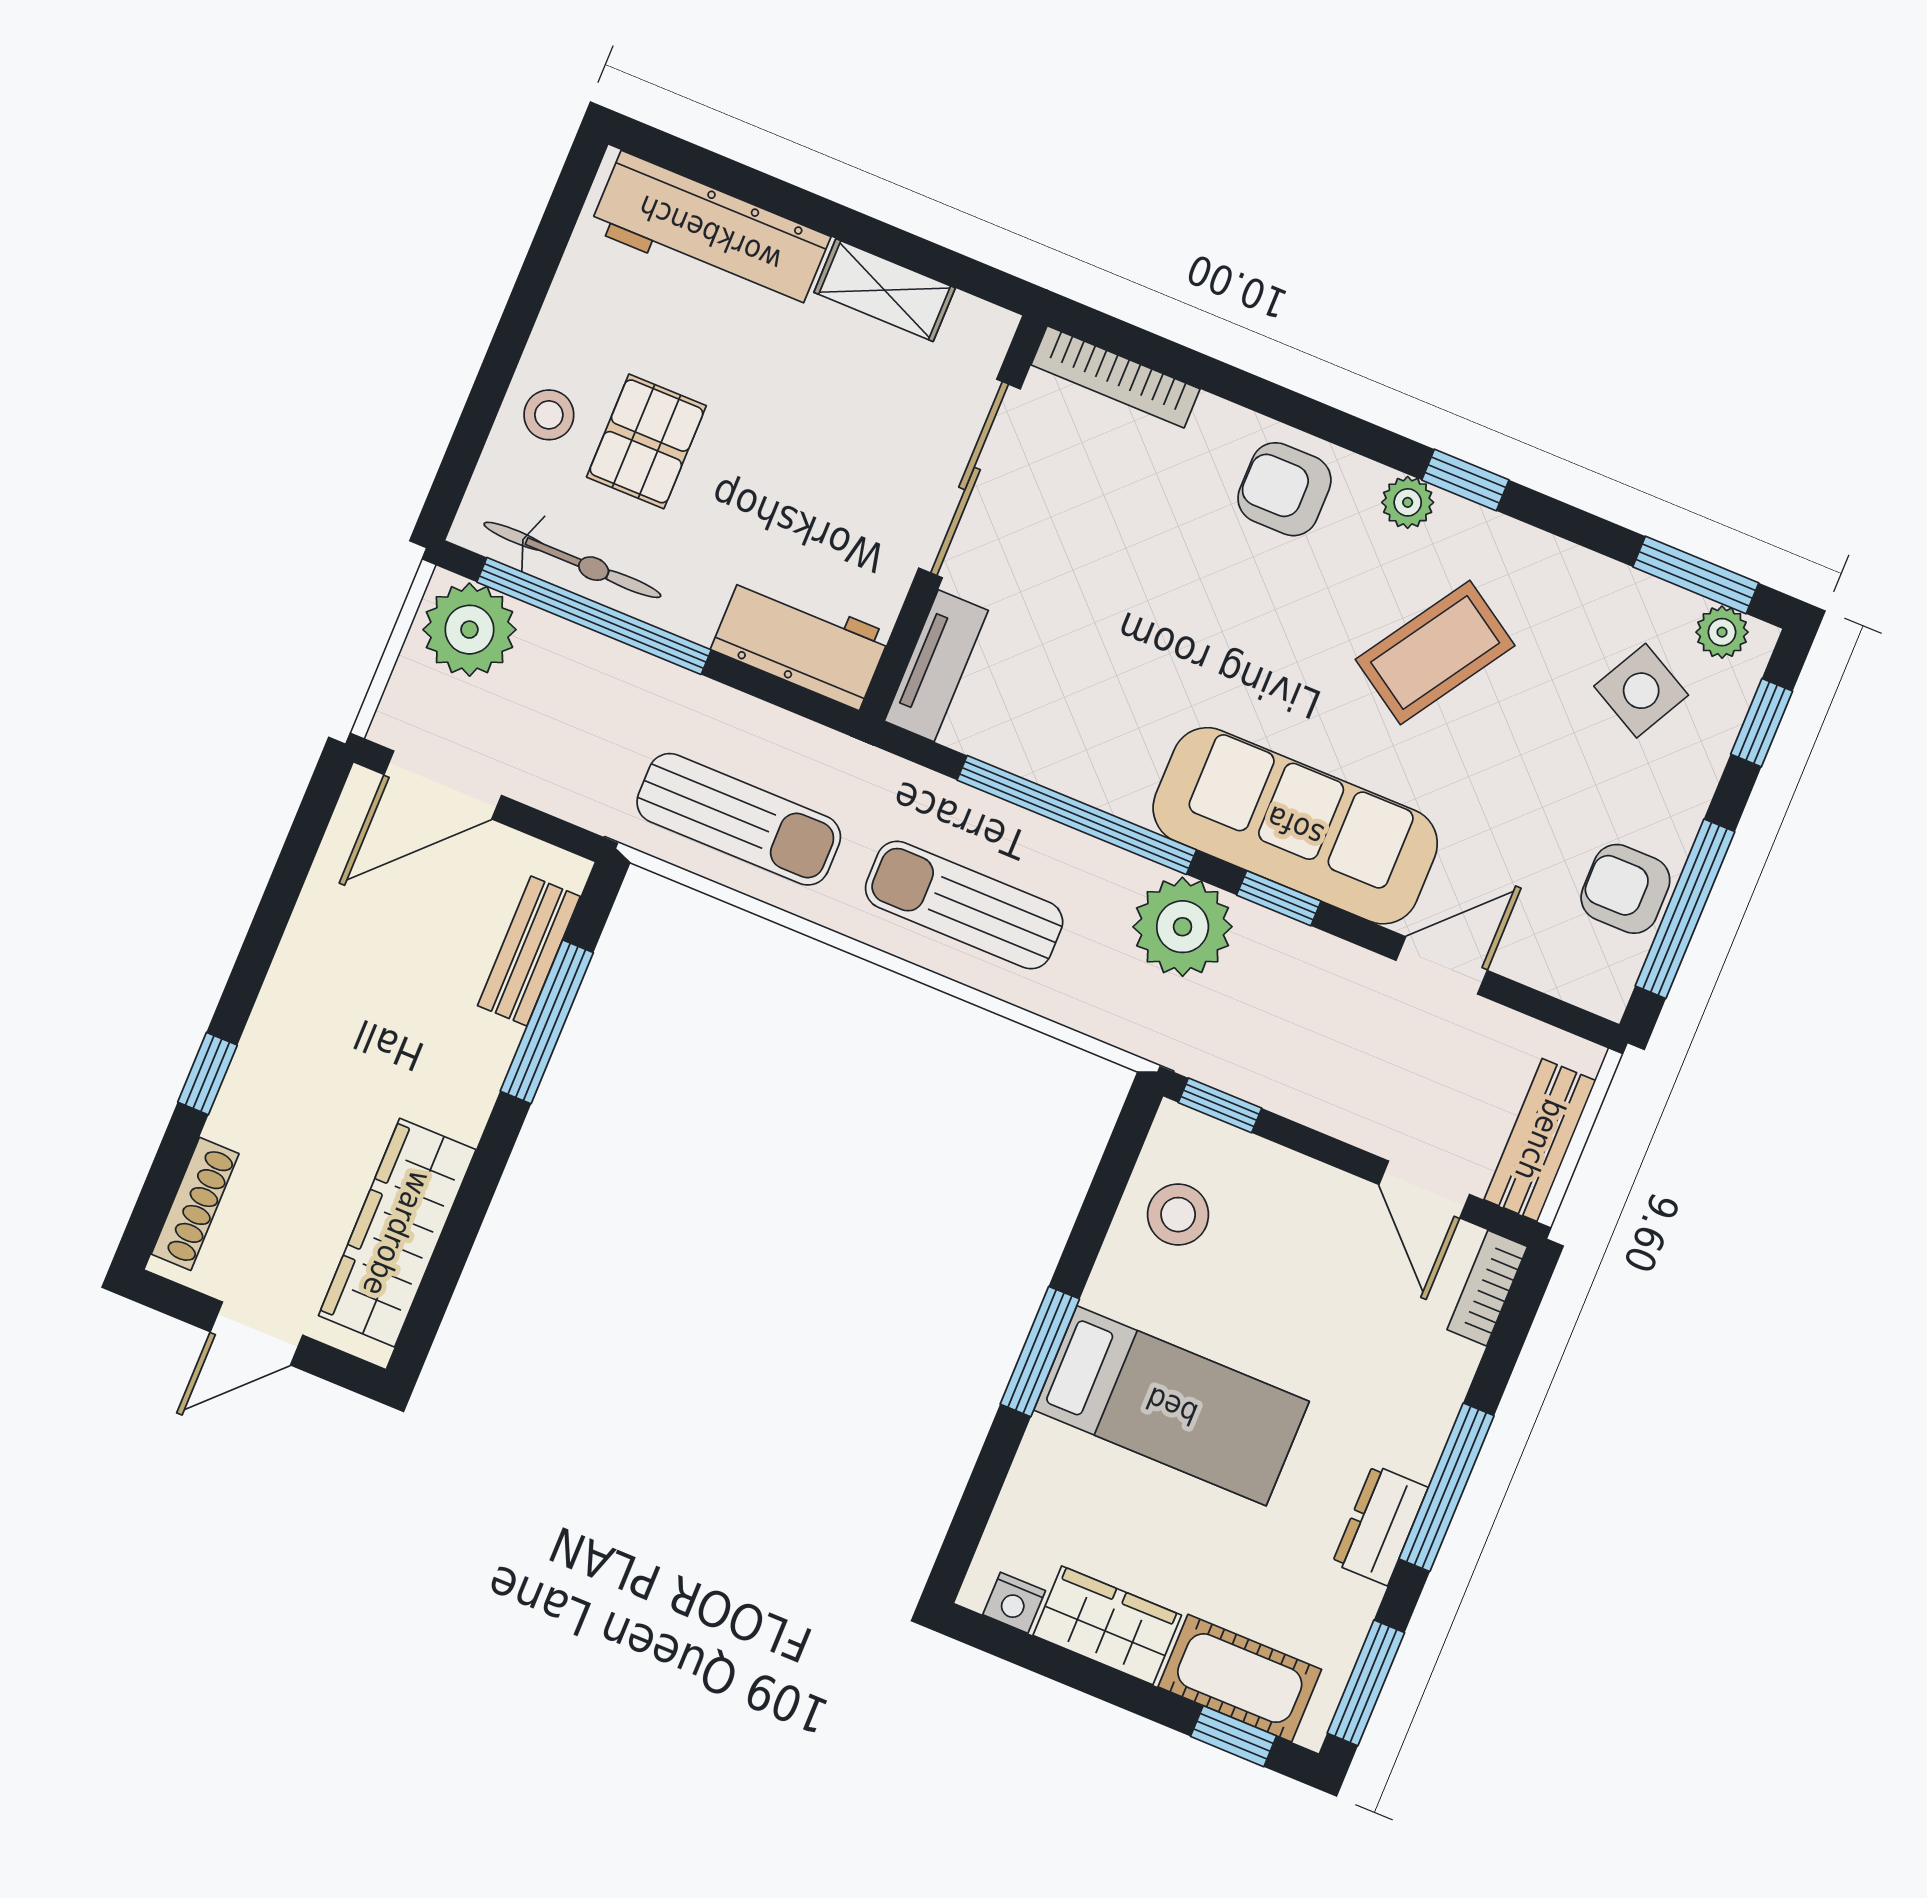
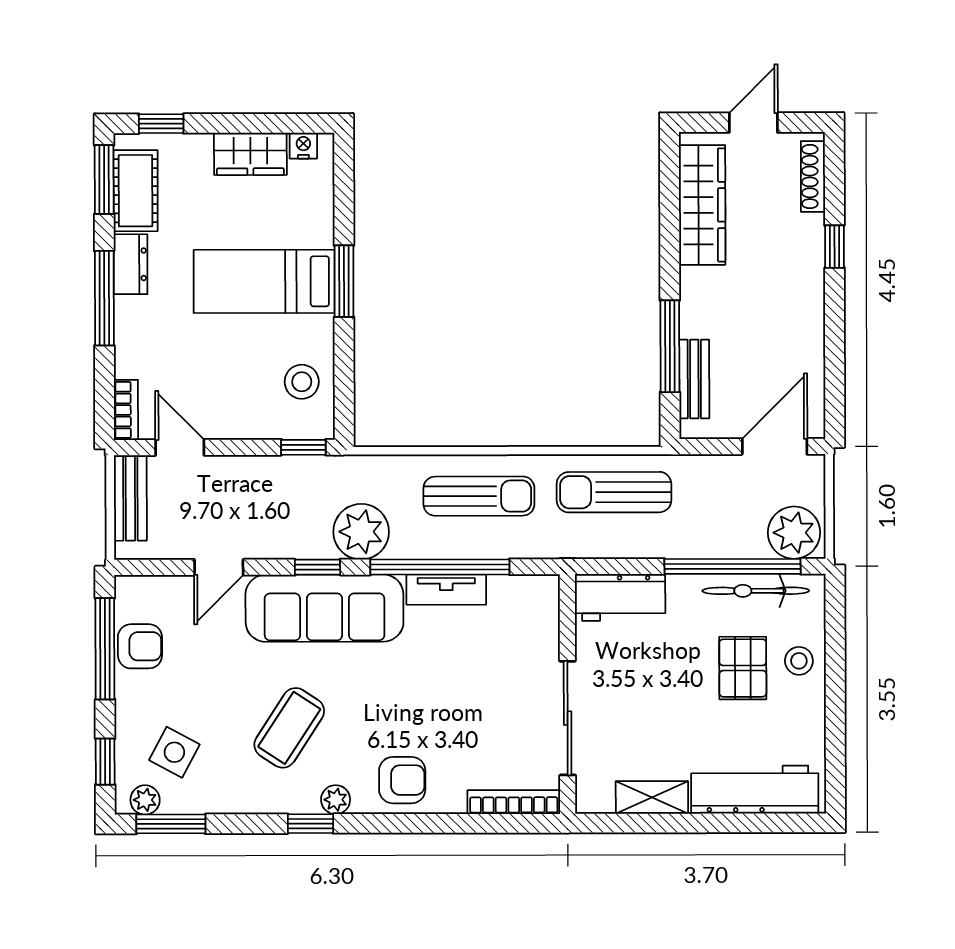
tv unit: (936, 666) -> (446, 590), moved, turned -90
cot: (1240, 1678) -> (136, 191), moved, turned 90

